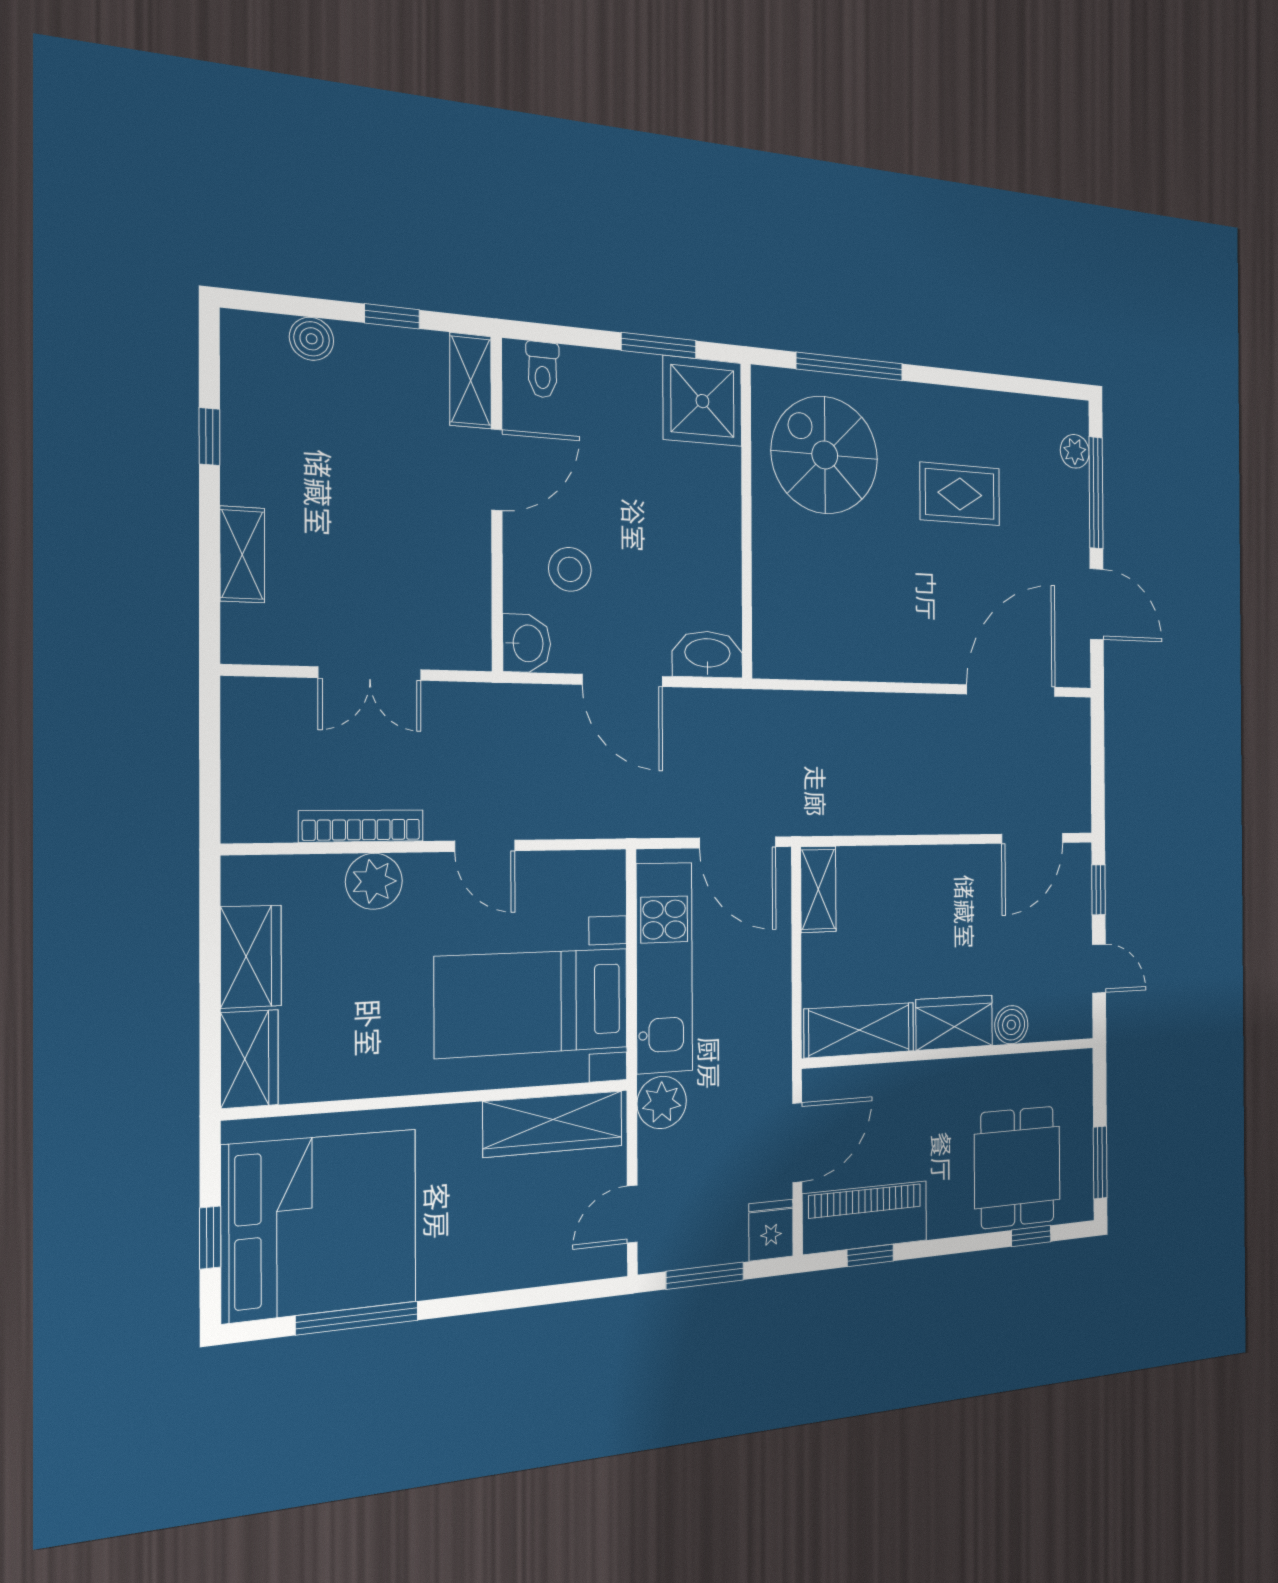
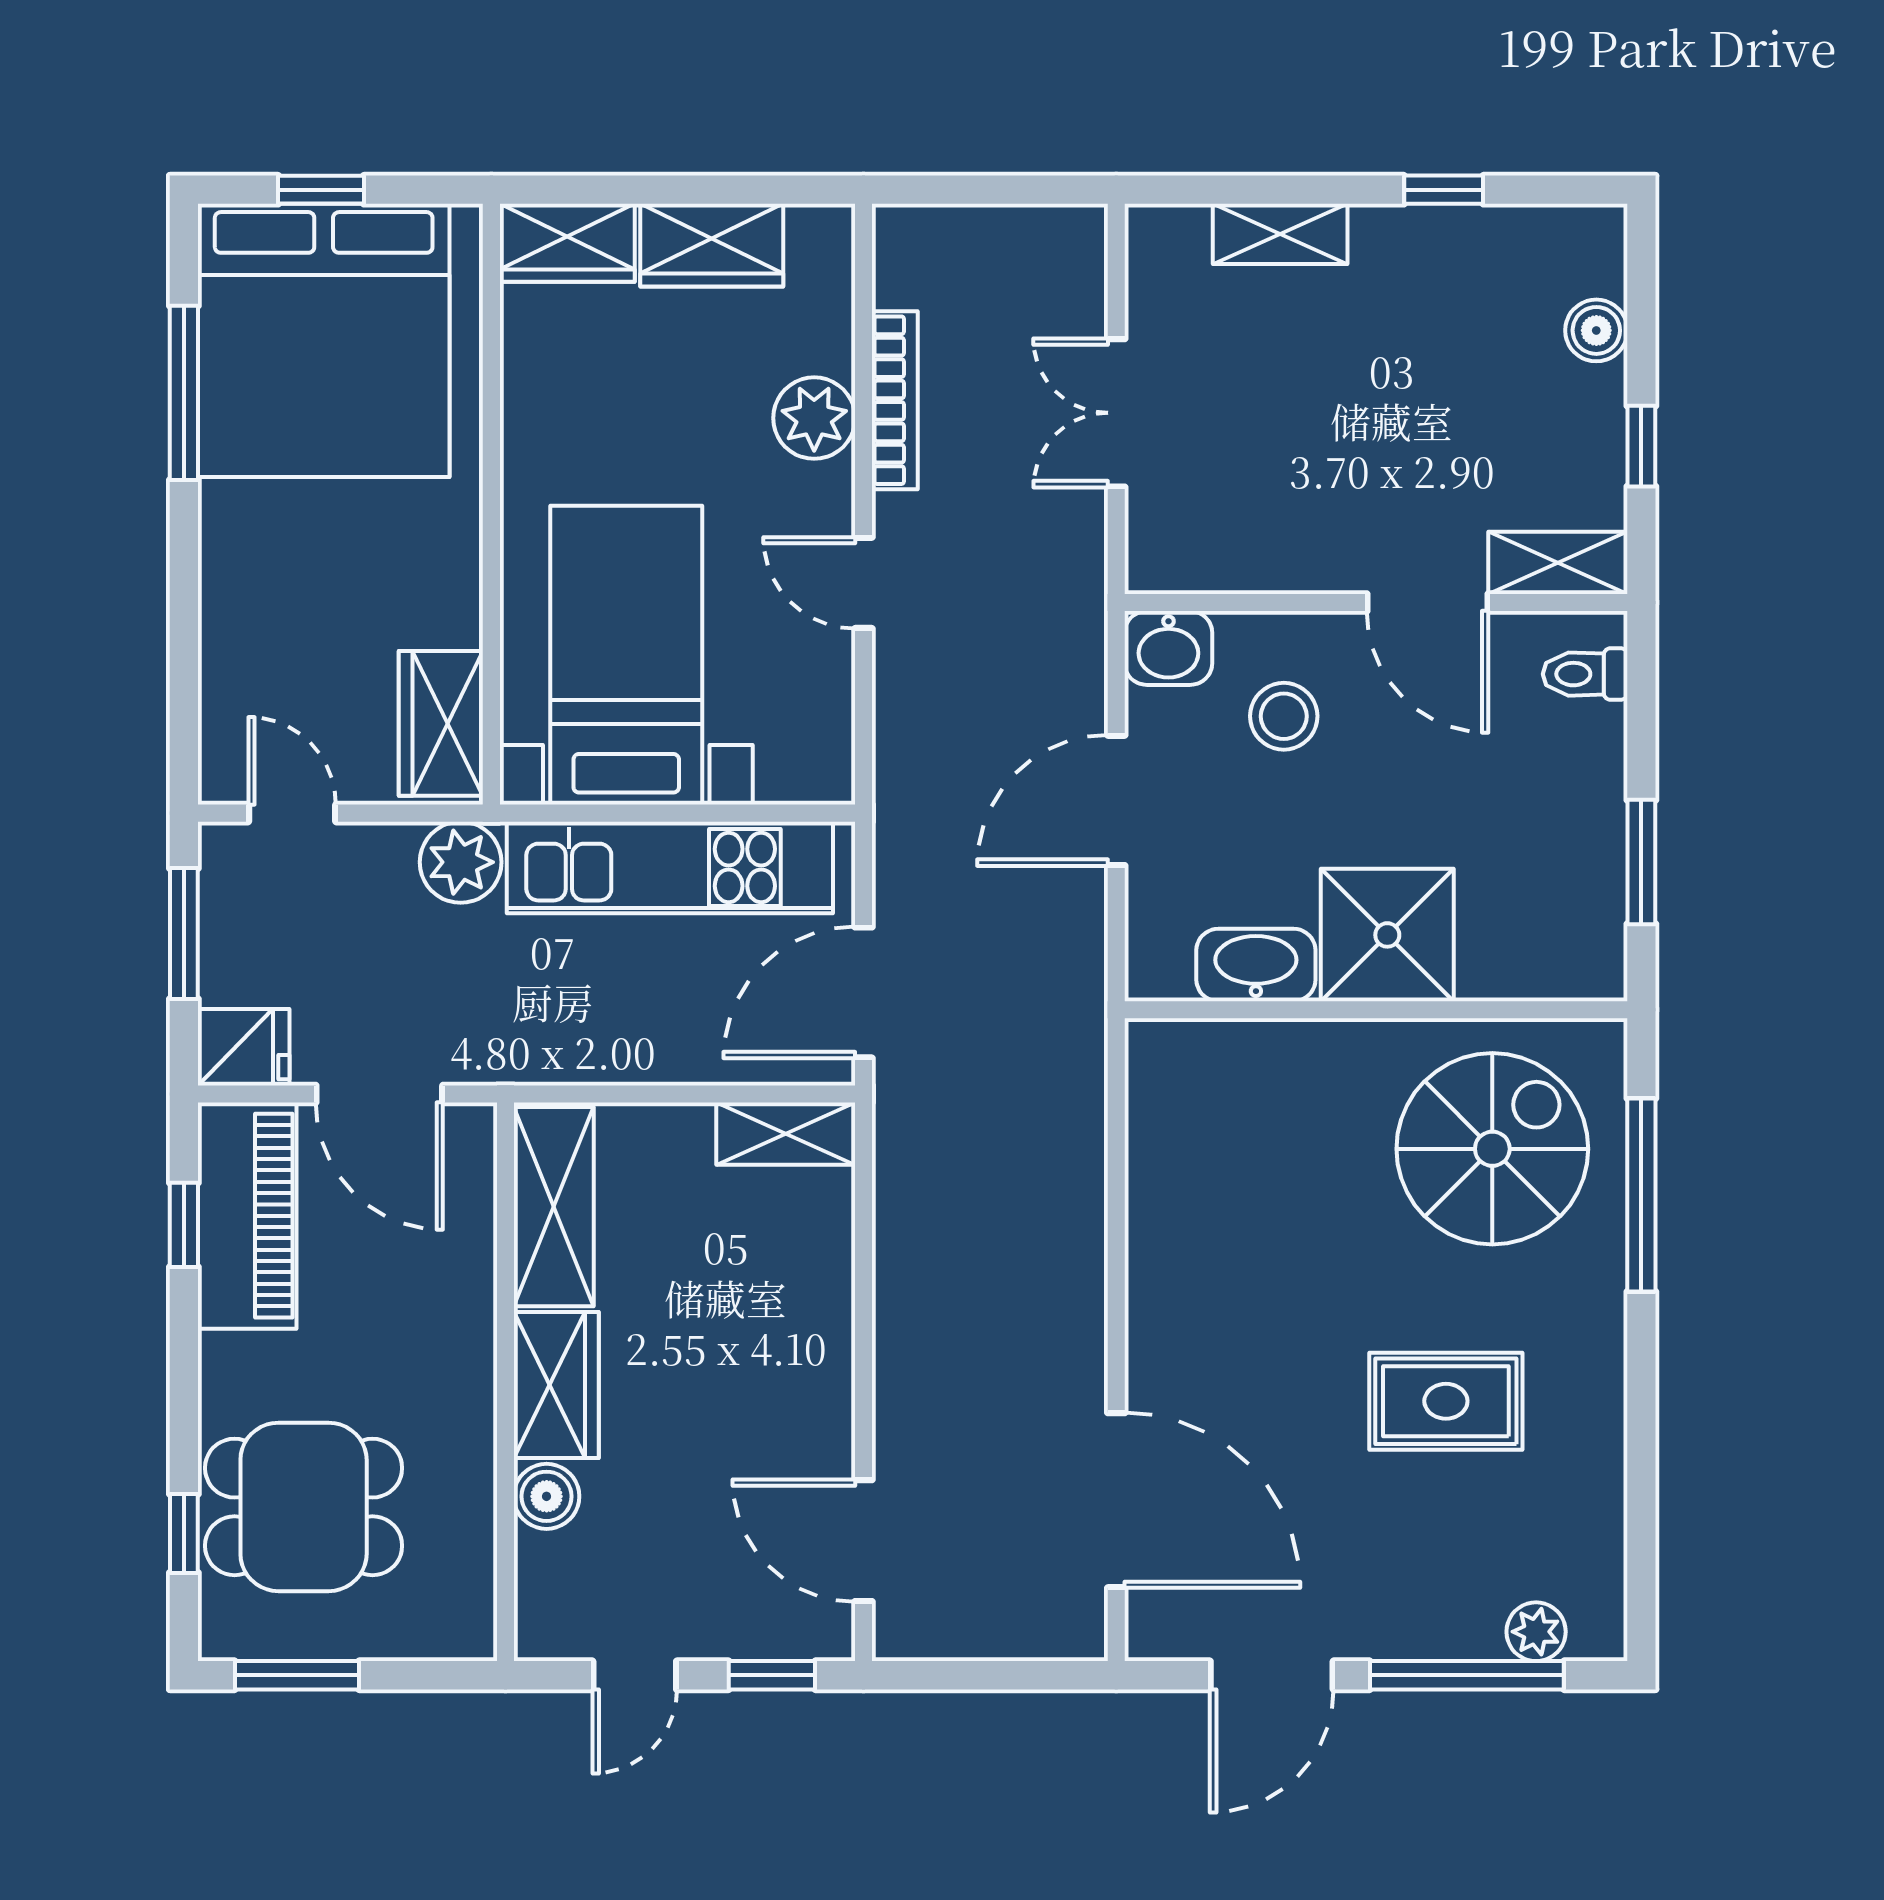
shower: (702, 401) -> (1387, 935), moved
rug: (960, 494) -> (1446, 1401), turned 90
washbasin: (708, 654) -> (1256, 965), moved, turned -90
door: (485, 846) -> (863, 583), hinge flipped
wardrobe: (553, 1124) -> (441, 723), width x0.67

